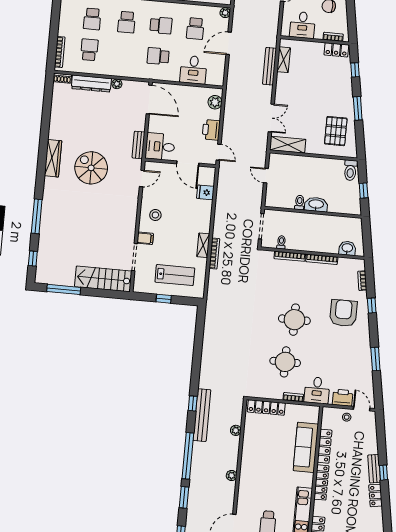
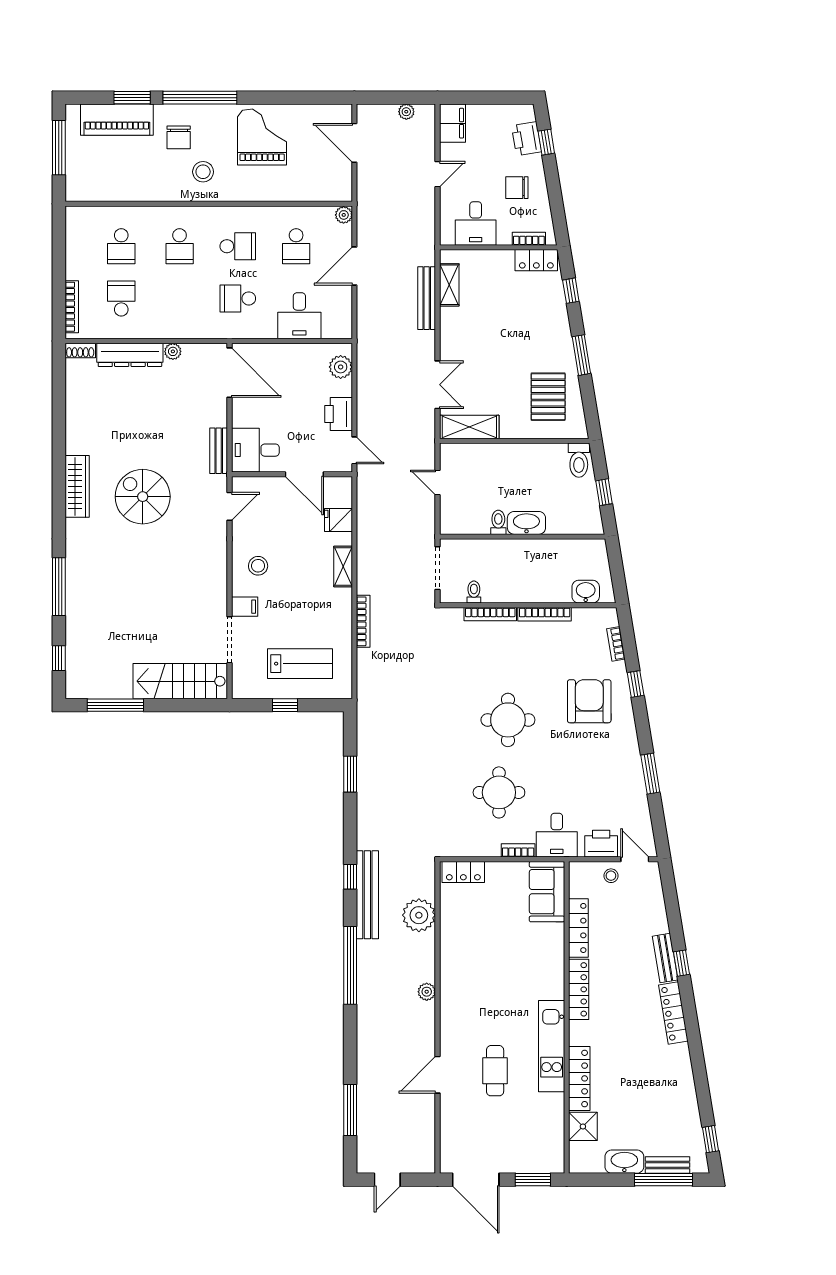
shelving: (203, 245) -> (343, 566), moved
locker: (266, 407) -> (463, 872), width x0.66
plant: (236, 430) -> (419, 915), width x1.88, depth x1.88
sofa: (306, 447) -> (547, 892), moved, width x0.73
locker: (375, 495) -> (673, 1013), width x1.53
window: (184, 497) -> (350, 774), moved

